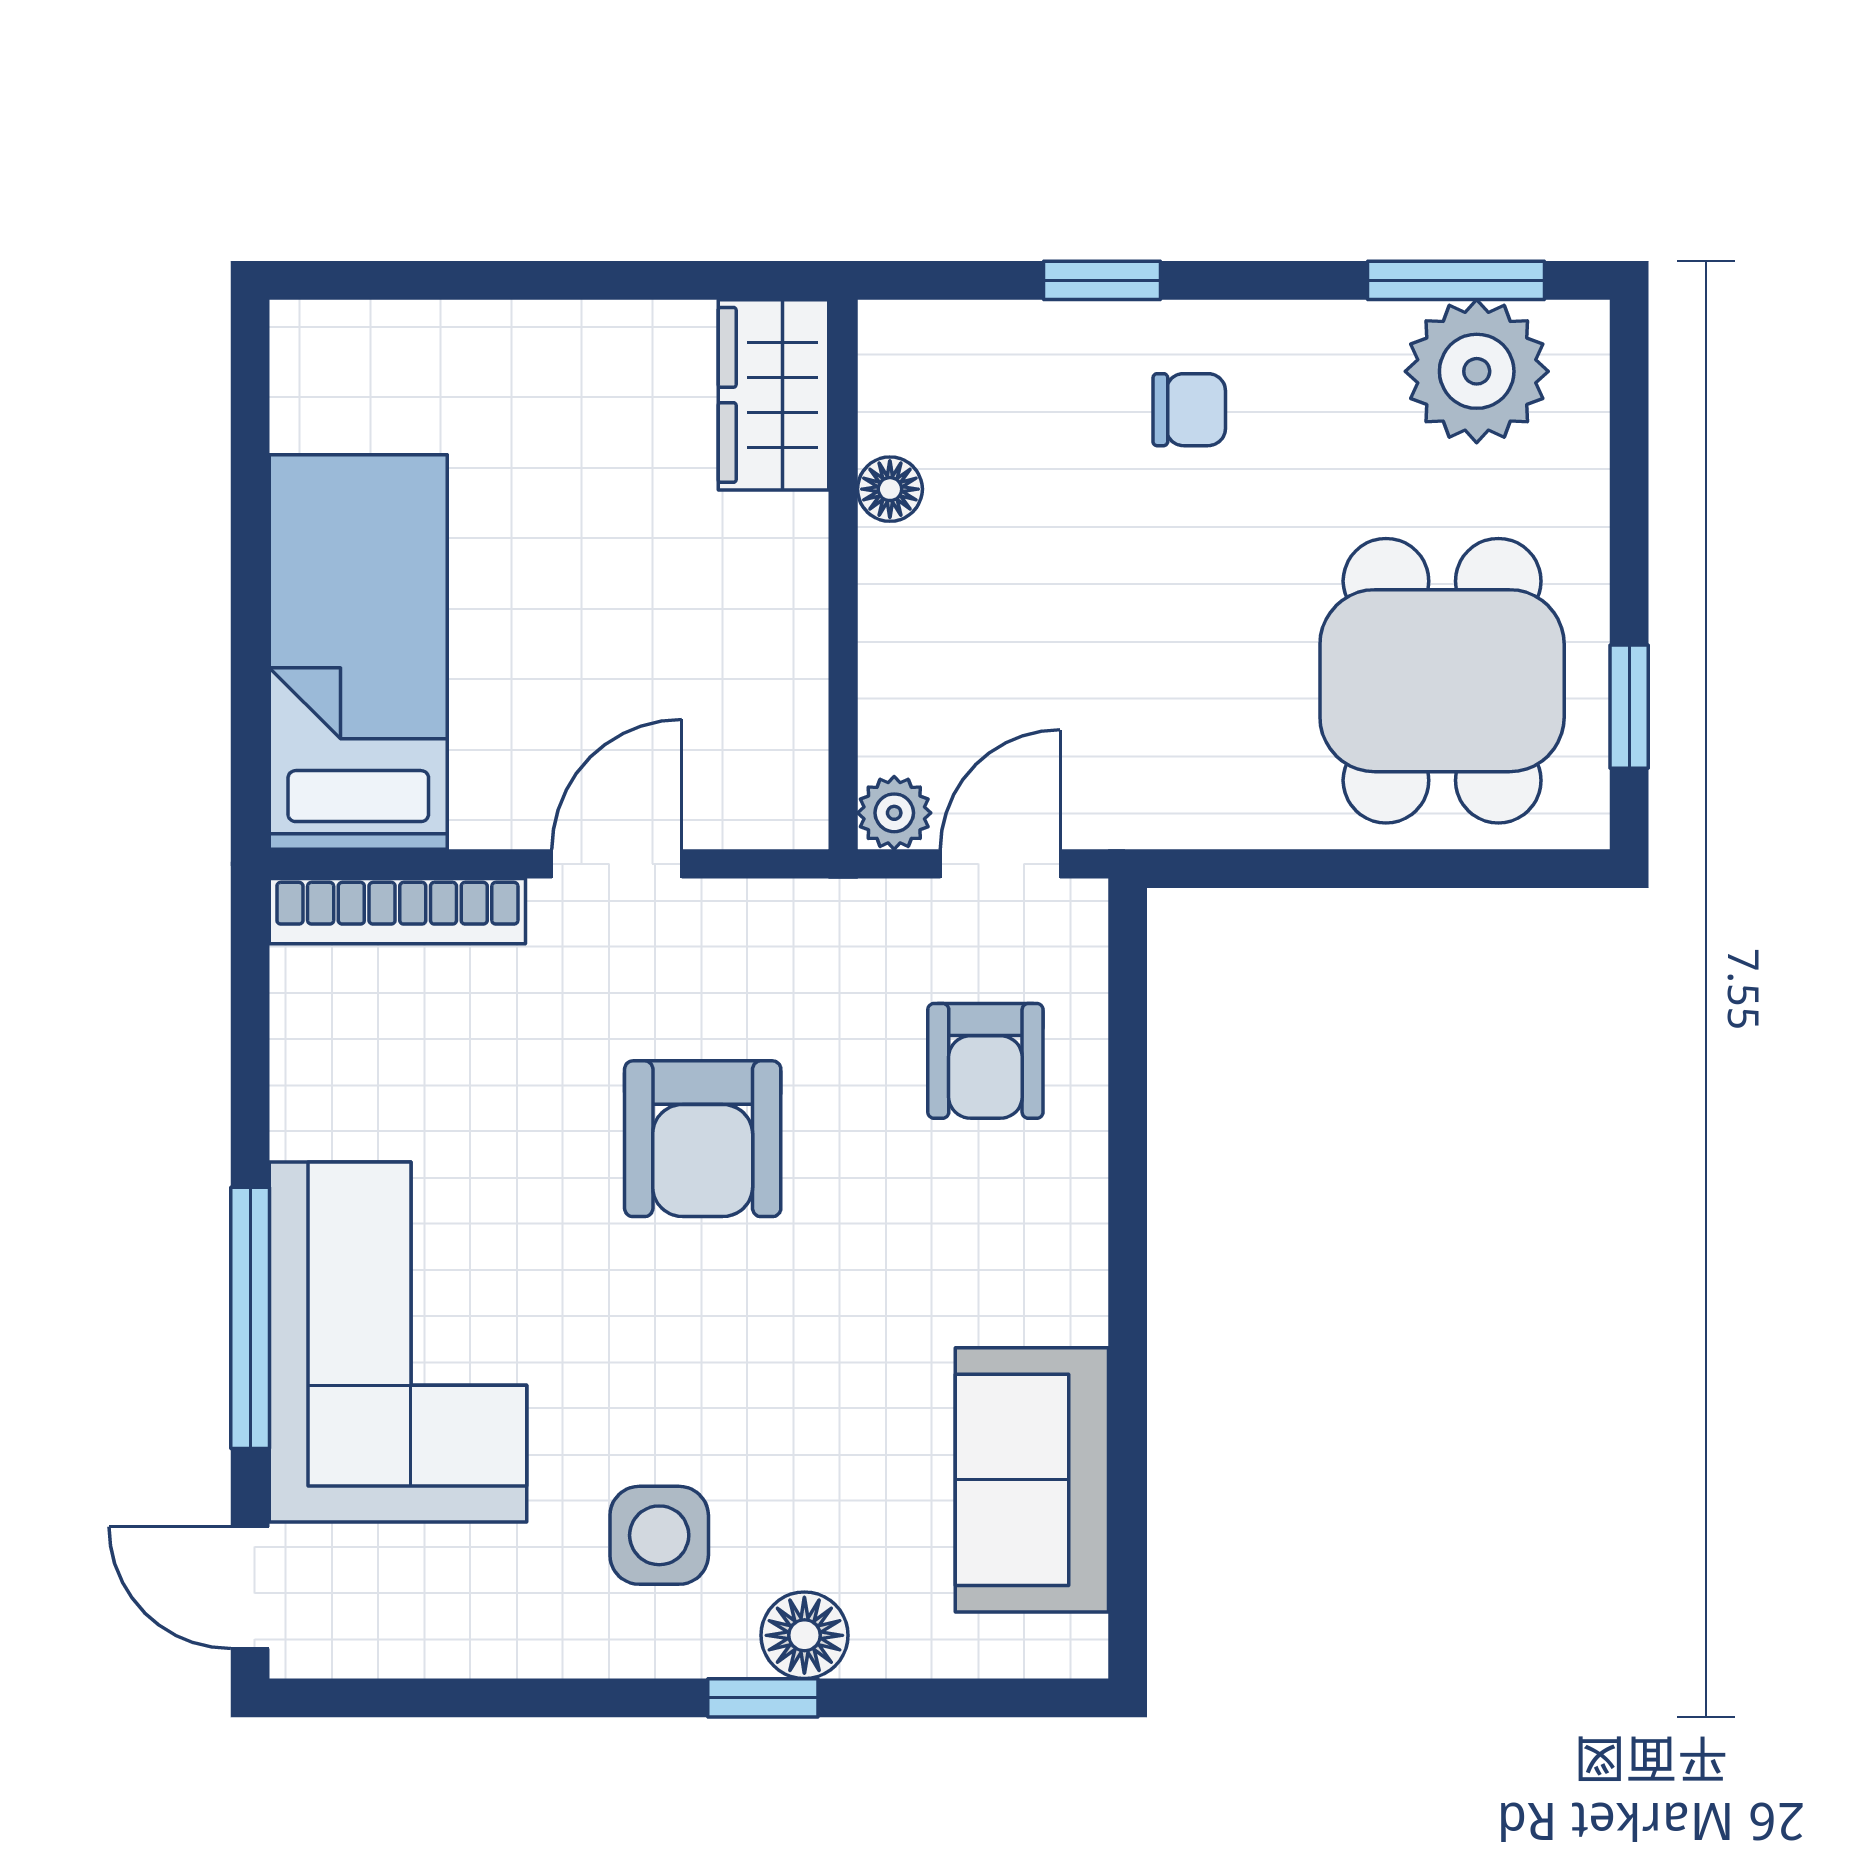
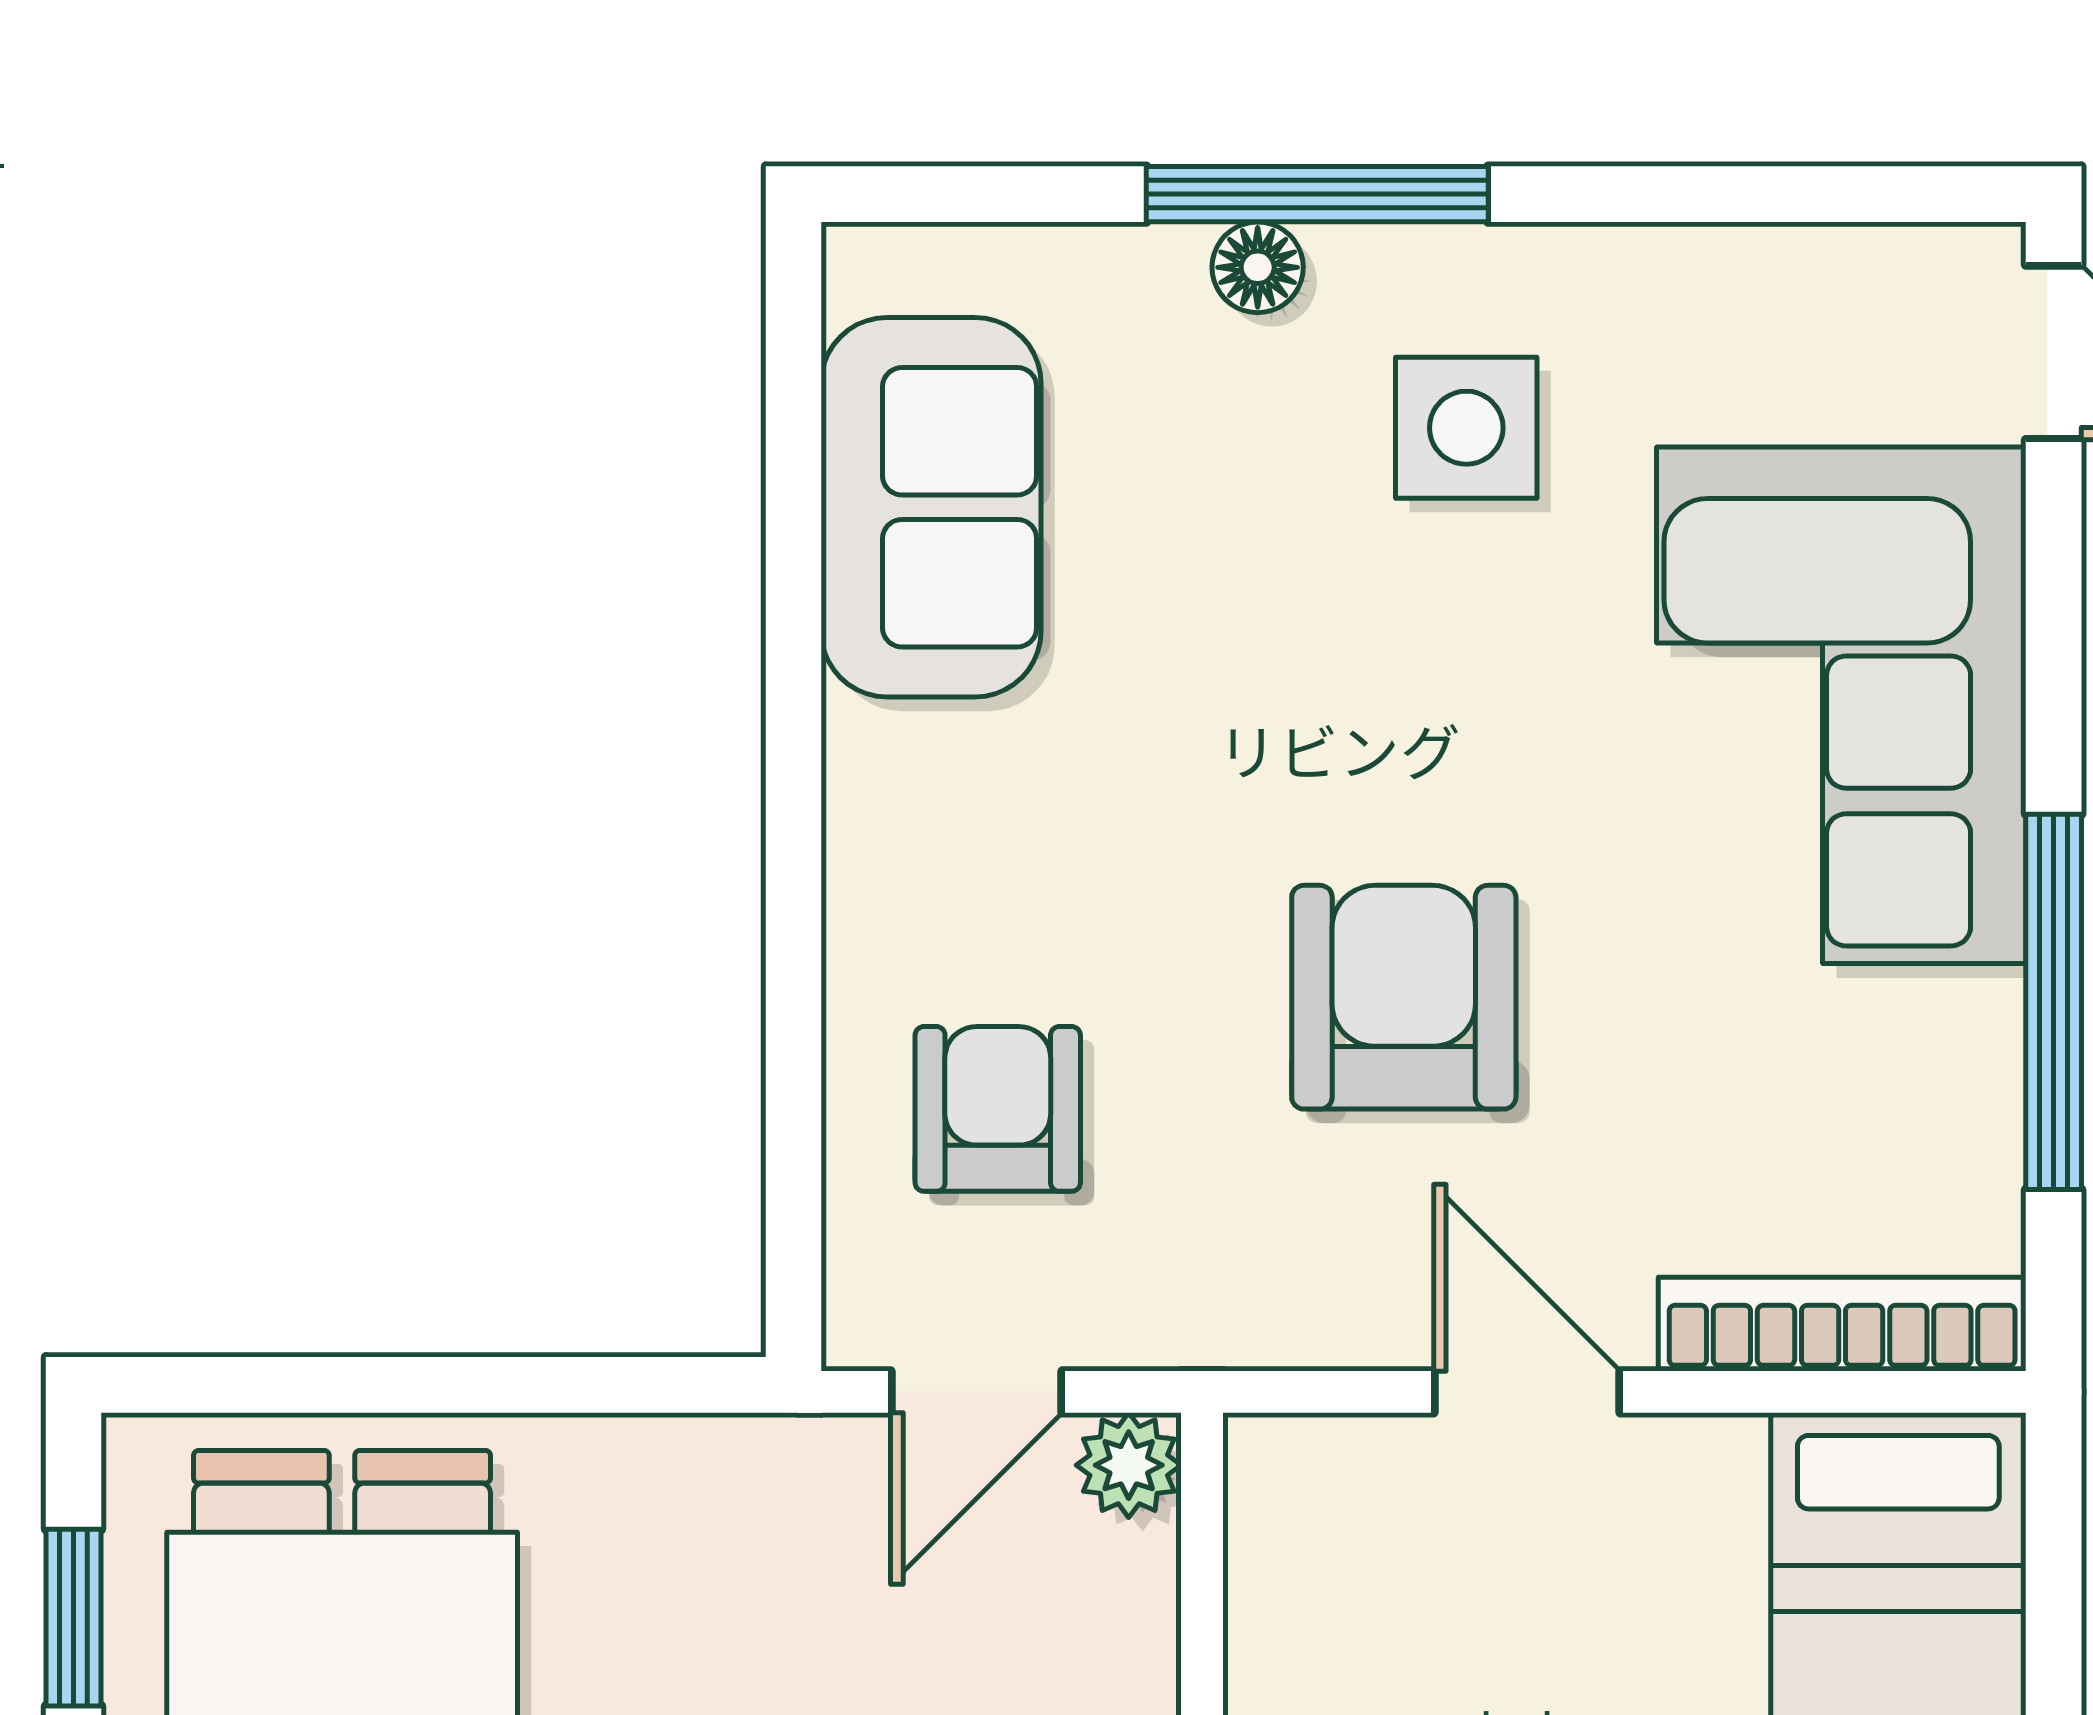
door: (617, 864) -> (1527, 1392), swing flipped
window: (250, 1318) -> (2054, 1002), moved
floor lamp: (804, 1635) -> (1258, 267), width x0.73, depth x0.73
window: (763, 1698) -> (1317, 194), width x2.17

